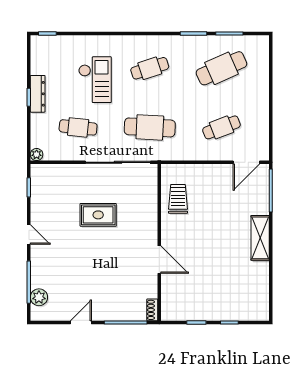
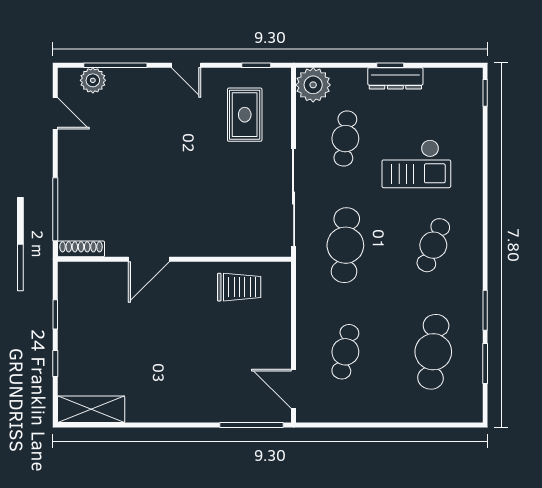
cafe table: (150, 68) -> (433, 245), turned 39
cafe table: (221, 68) -> (433, 352), turned 30
cafe table: (221, 127) -> (345, 352), turned 33
plant: (37, 155) -> (313, 85), width x1.88, depth x1.88
rug: (98, 215) -> (245, 115), moved
door: (29, 235) -> (186, 65), hinge flipped
shelving: (260, 238) -> (91, 409), moved
shoe rack: (152, 310) -> (81, 249), width x1.43
door: (81, 322) -> (55, 113), moved

